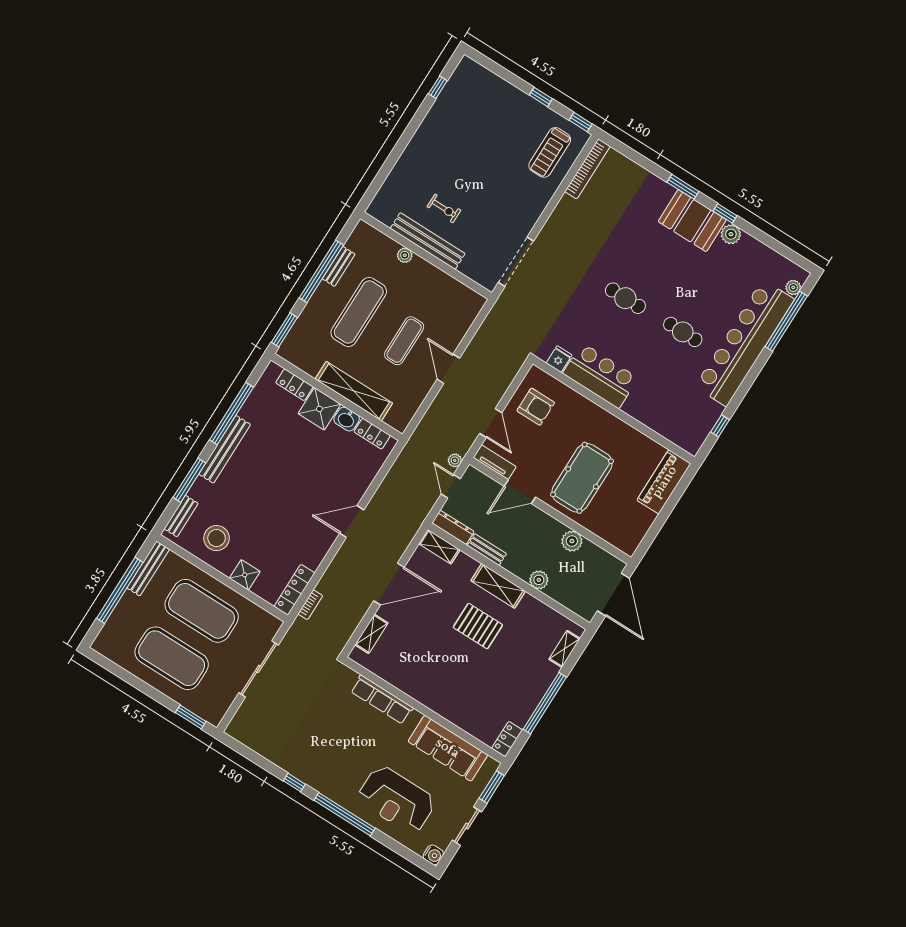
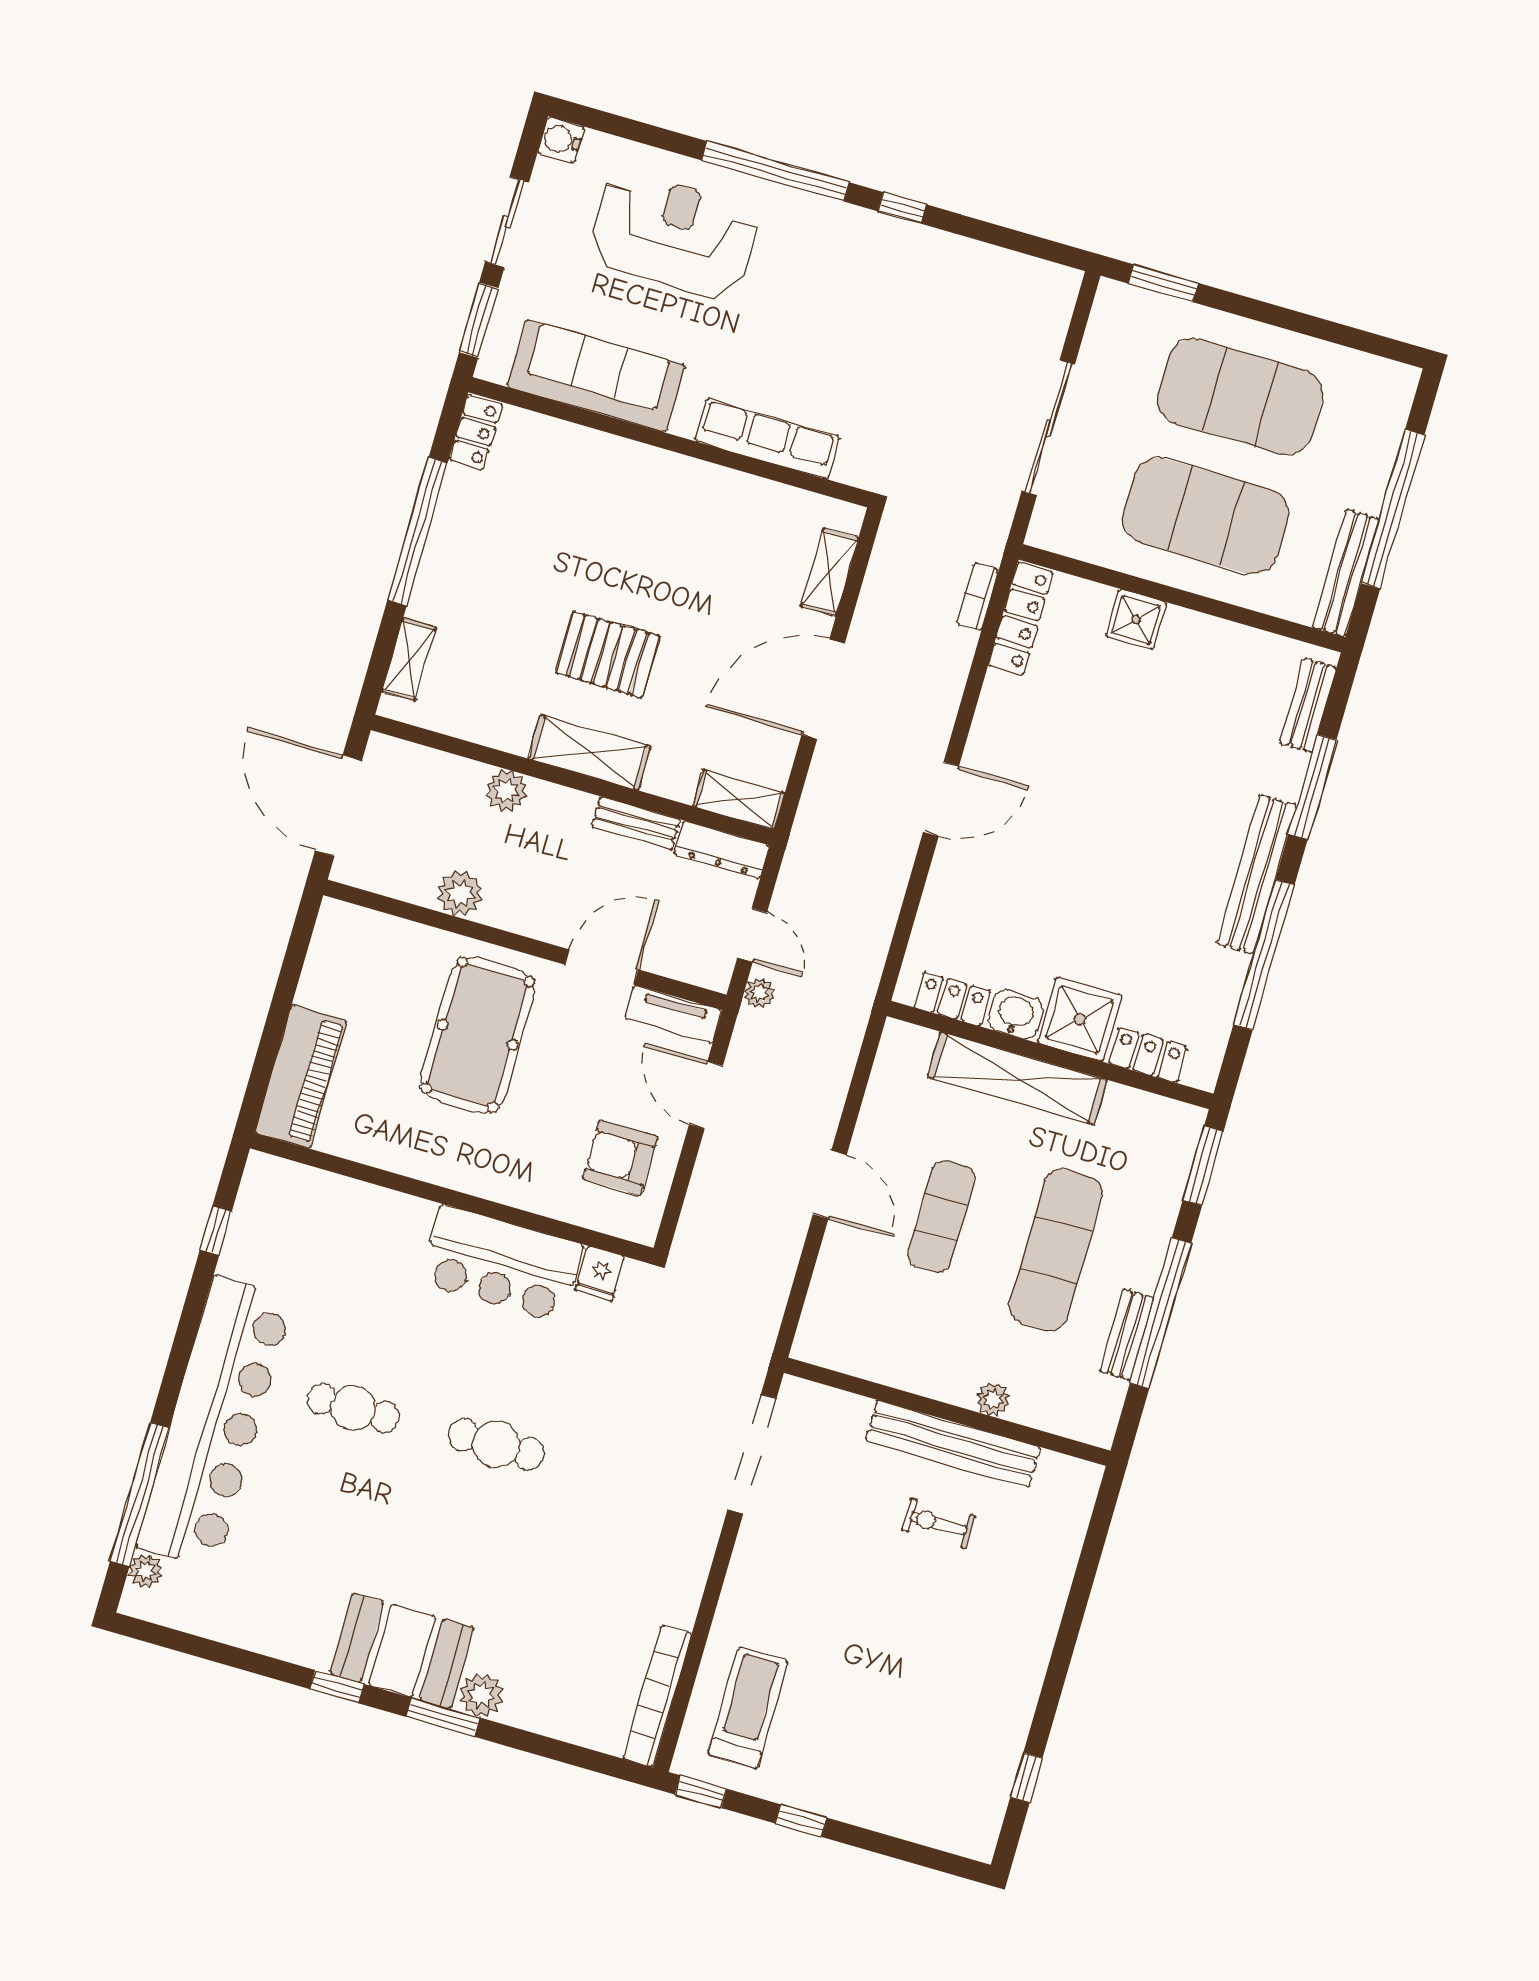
plant: (731, 234) -> (481, 1695), moved
stool: (217, 538) -> (1219, 680), removed

